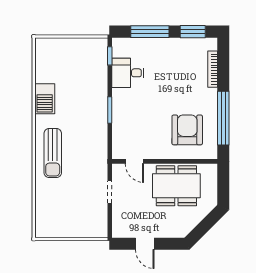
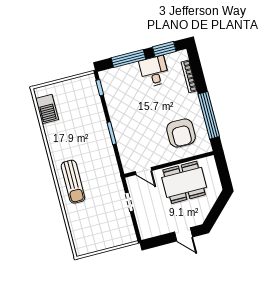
desk: (128, 73) -> (154, 71), moved, turned 90
barbecue: (45, 99) -> (47, 109), moved
armchair: (187, 130) -> (181, 133), turned 180
door: (145, 244) -> (184, 234), moved

